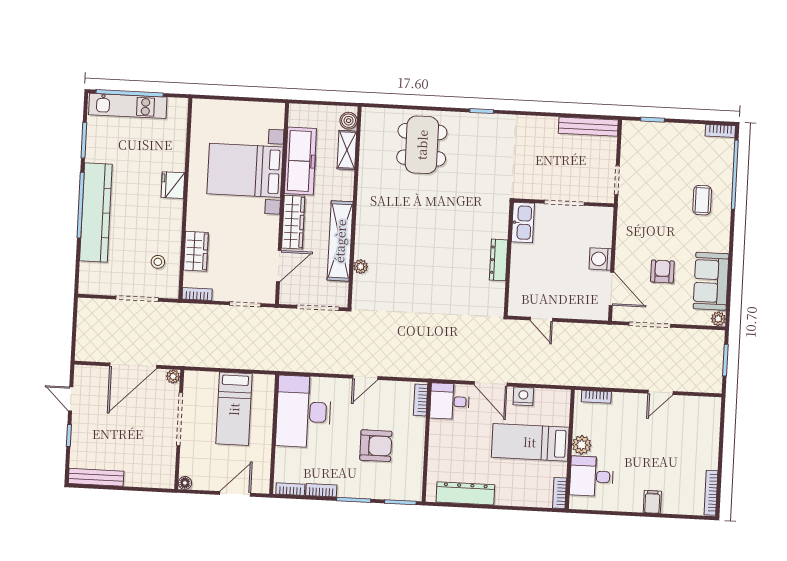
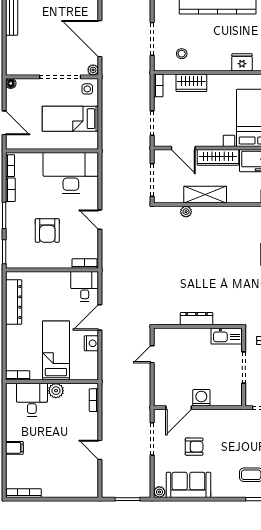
shelving: (340, 241) -> (205, 195), width x0.68
side table: (197, 385) -> (87, 89), added

